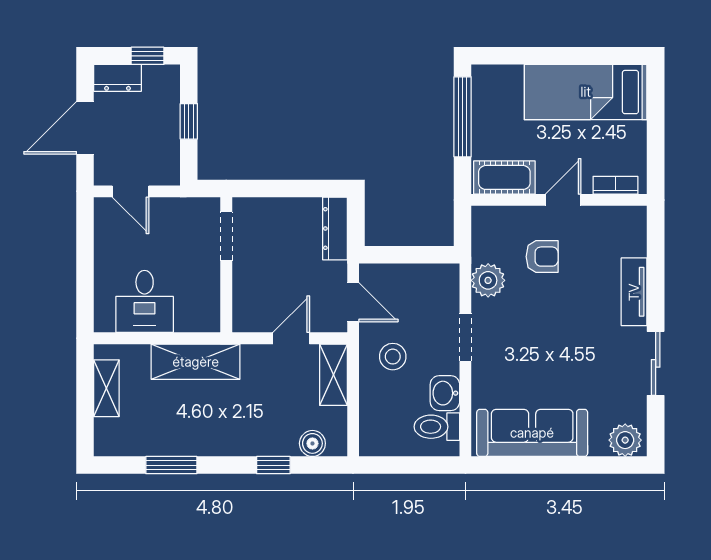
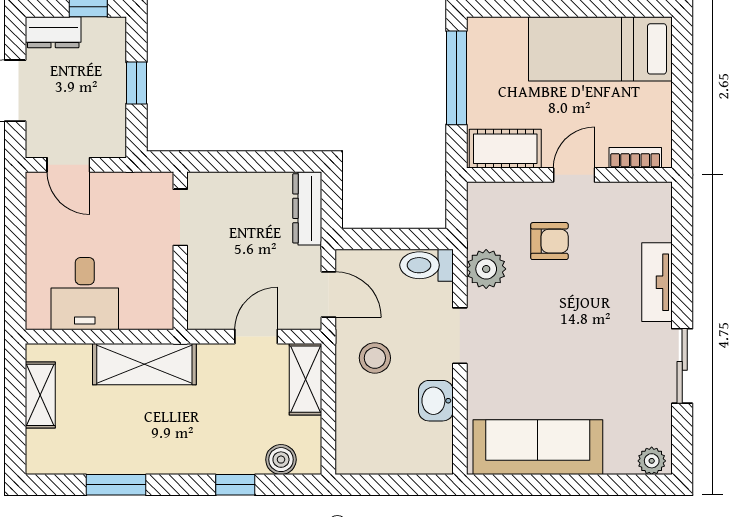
toilet: (437, 427) -> (426, 265), moved
plant: (625, 440) -> (652, 461), width x0.73, depth x0.73

